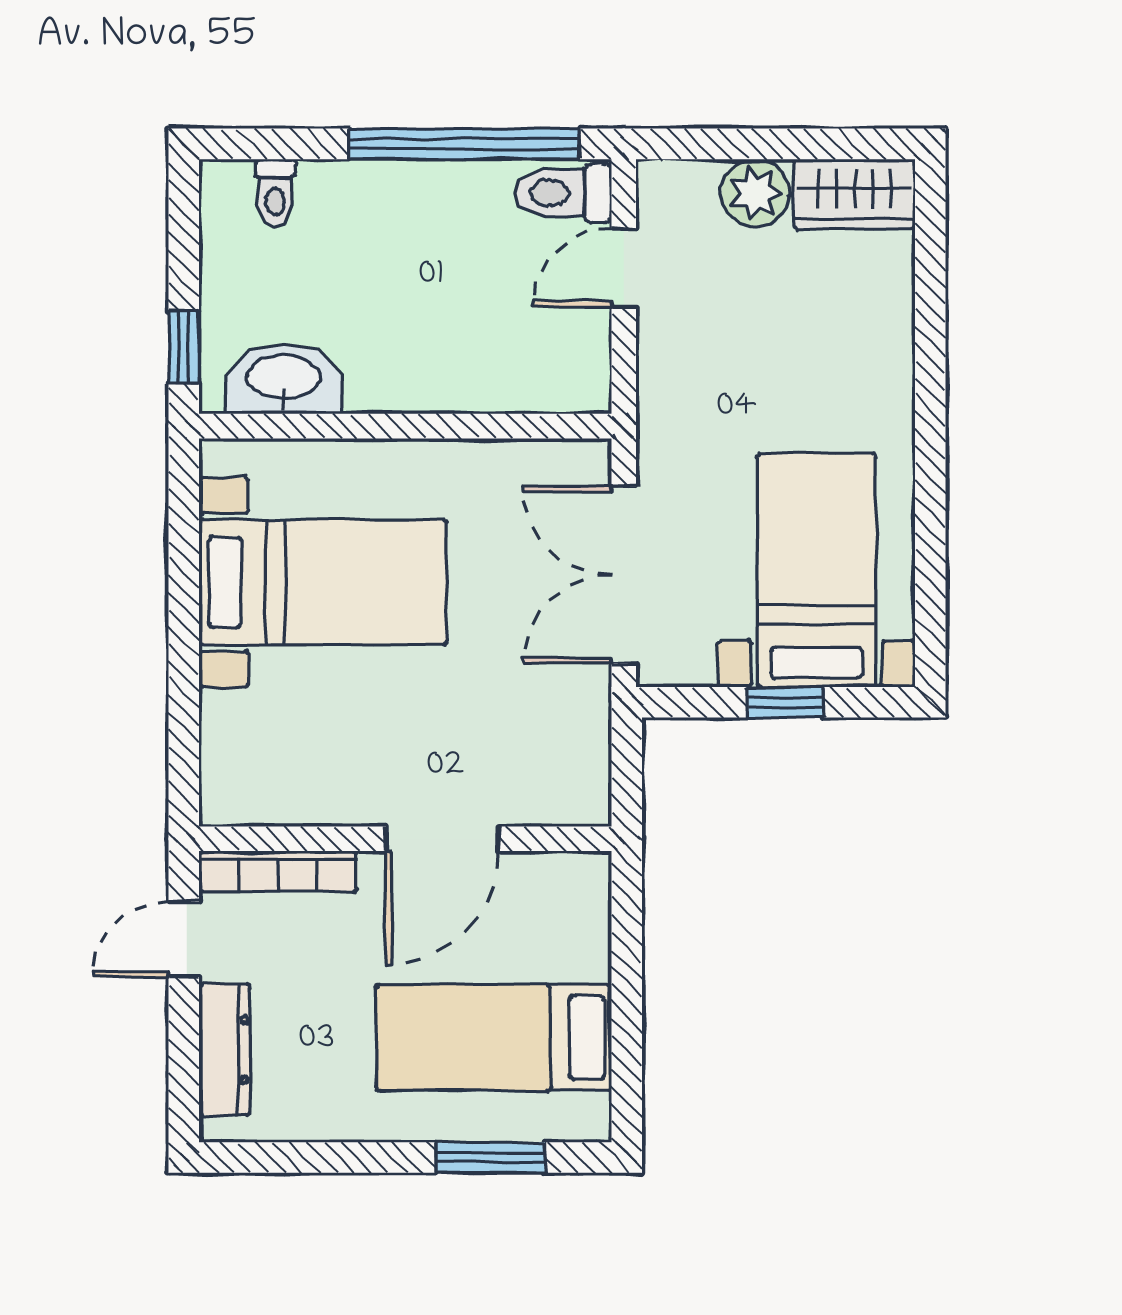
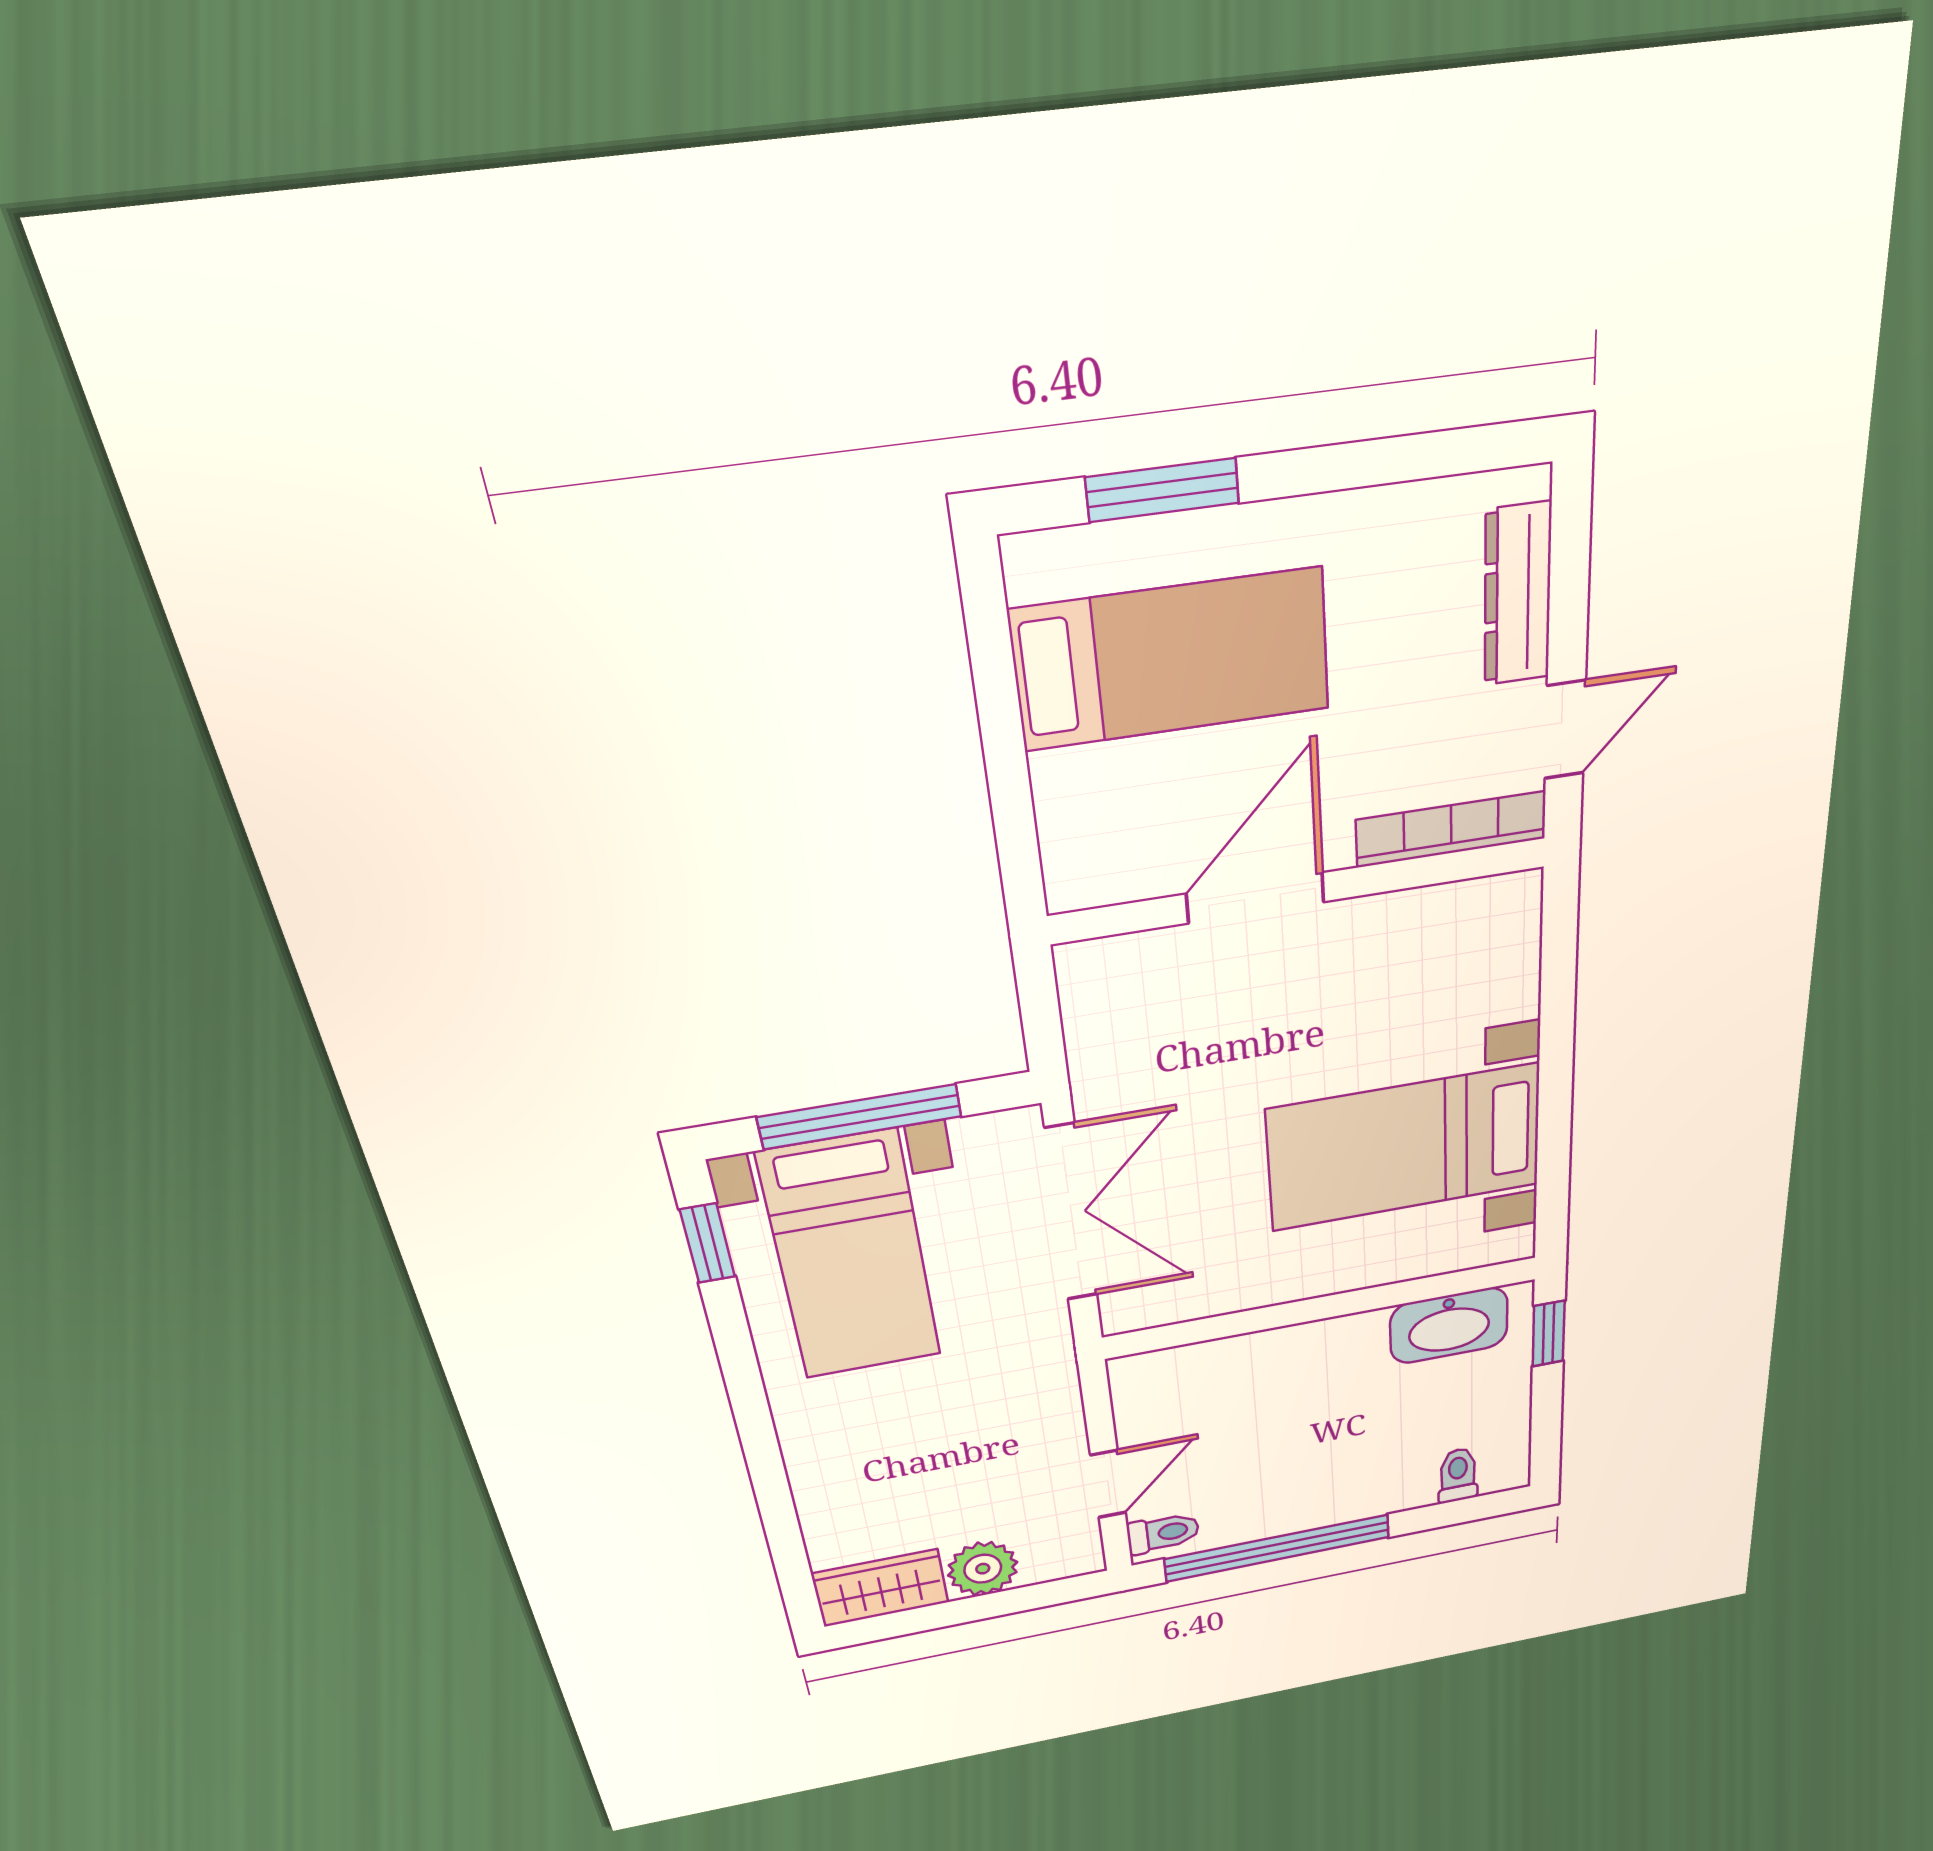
toilet: (563, 193) -> (1163, 1533), width x0.73, depth x0.72
window: (930, 608) -> (708, 1243), added
window: (786, 702) -> (860, 1117), width x2.17

